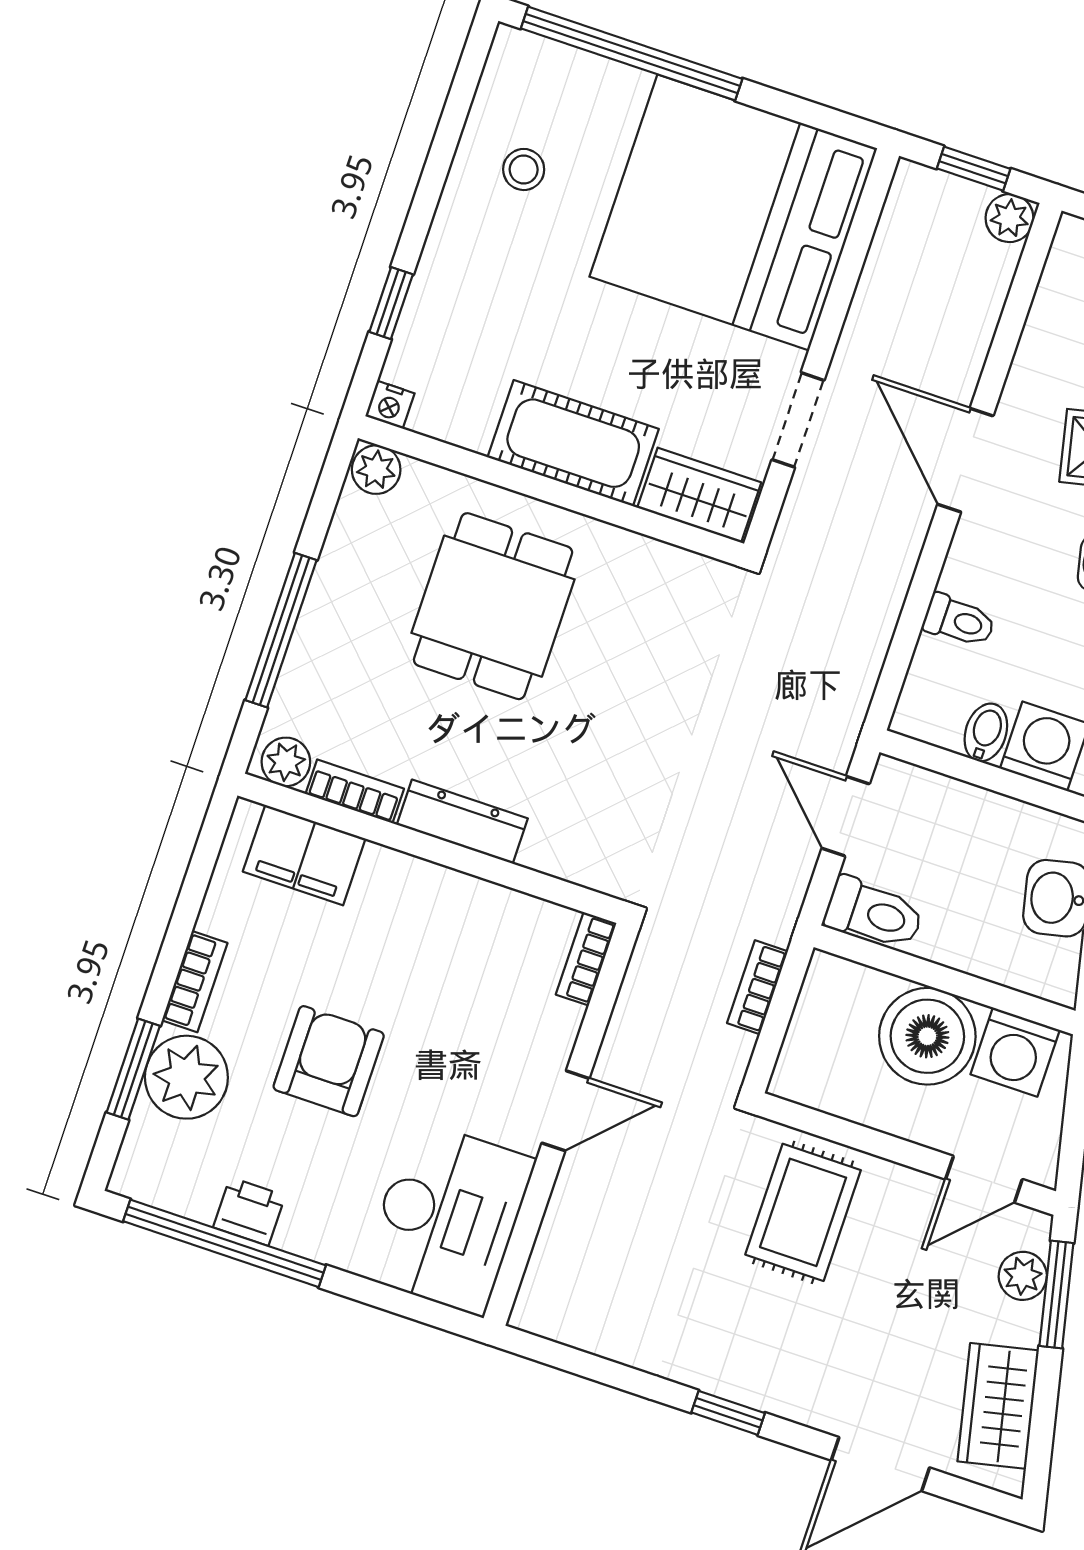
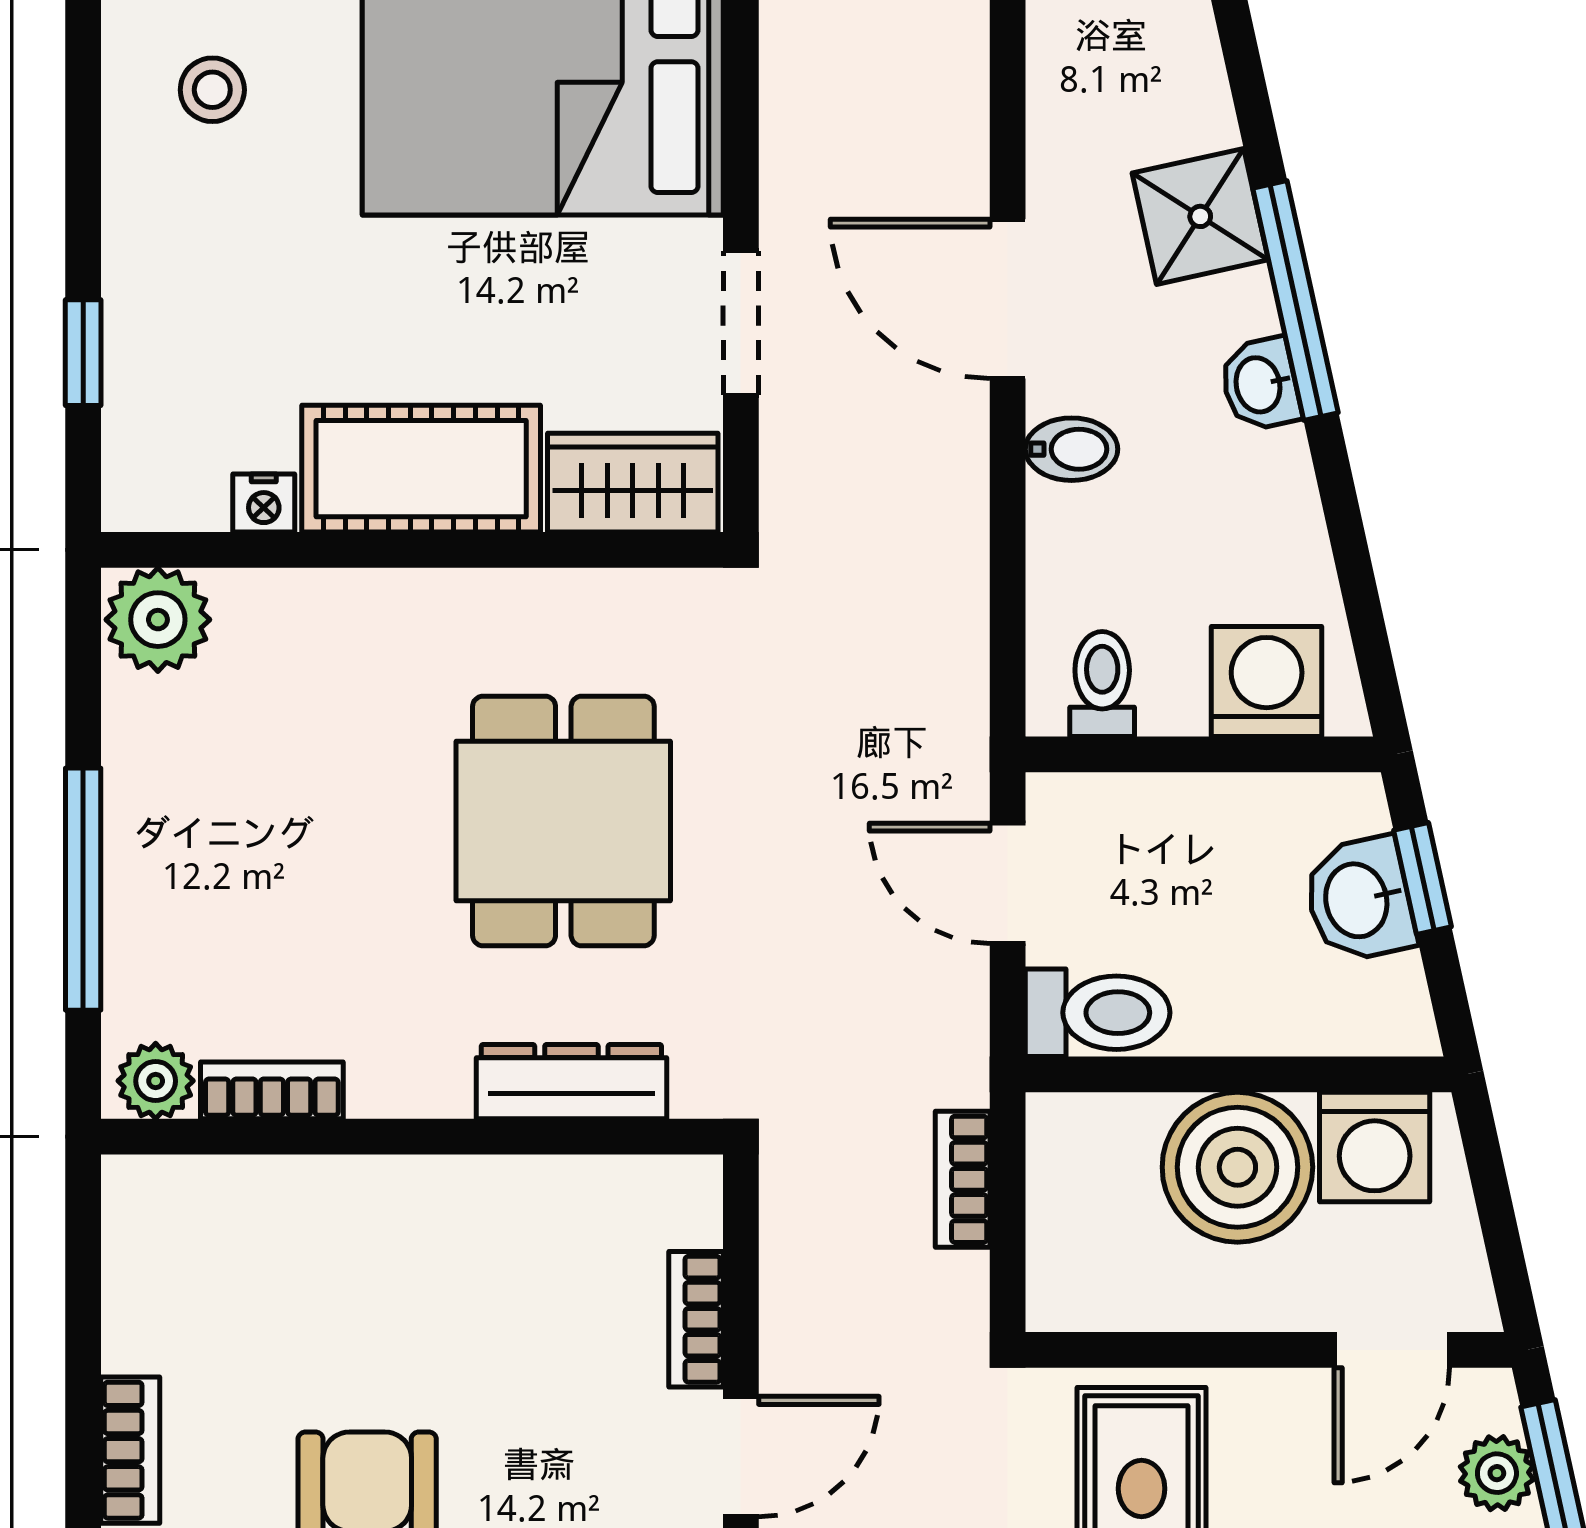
nightstand: (390, 405) -> (264, 503), moved
plant: (376, 470) -> (158, 620), width x1.38, depth x1.38
dining table: (493, 606) -> (563, 821), moved
toilet: (959, 621) -> (1102, 684), moved, turned -90
bidet: (986, 732) -> (1072, 449), moved, turned 90
dresser: (462, 822) -> (571, 1082), moved
filing cabinet: (304, 855) -> (229, 1209), removed
bookcase: (586, 959) -> (696, 1319), moved

